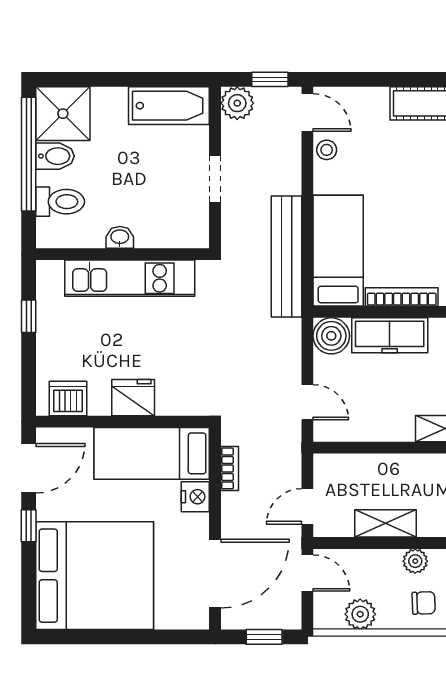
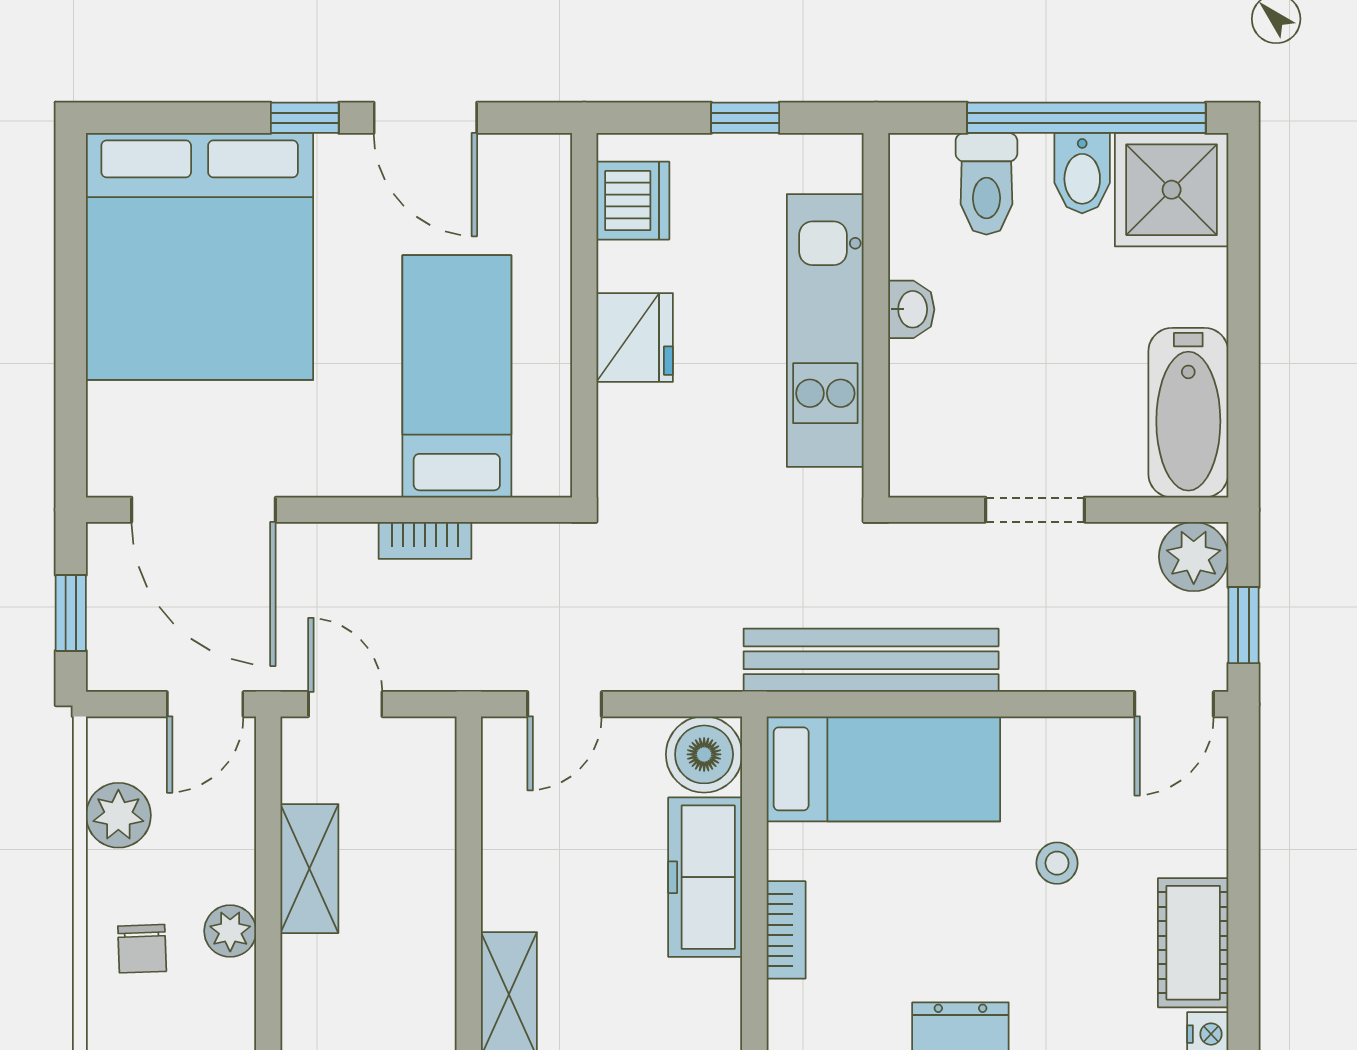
stool: (327, 150) -> (1057, 863), moved
bookcase: (402, 297) -> (786, 930), width x0.64
fridge: (133, 398) -> (635, 338), moved
dishwasher: (68, 399) -> (633, 201), moved
wall: (123, 422) -> (584, 315), moved
nightstand: (195, 497) -> (366, 468), removed

